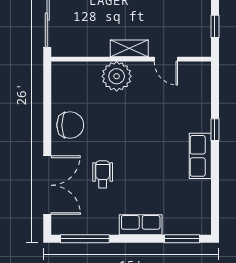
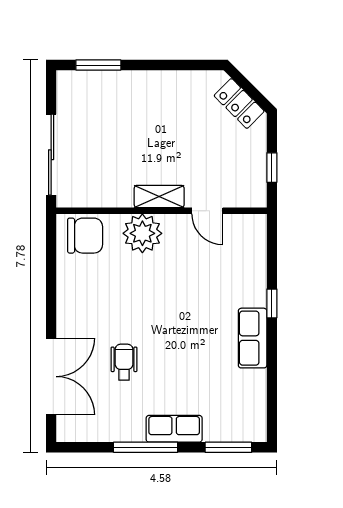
chair: (70, 125) -> (85, 236), moved
window: (85, 239) -> (146, 447), moved

